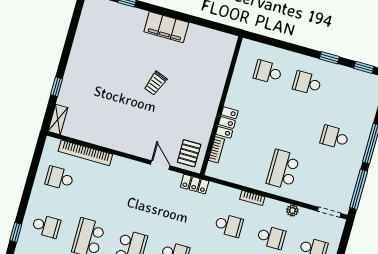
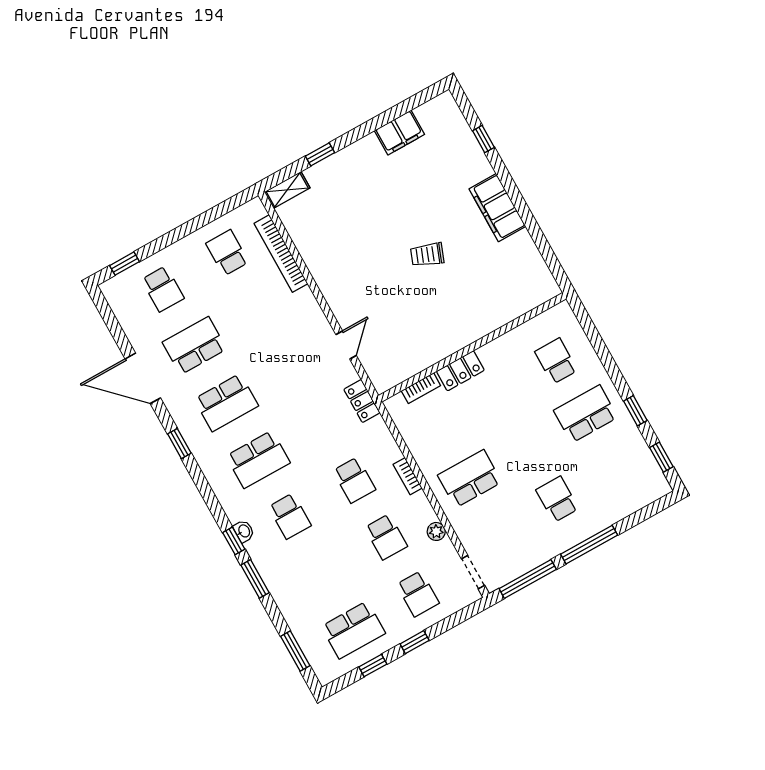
filing cabinet: (84, 38) -> (399, 132), added
school desk: (307, 83) -> (586, 414), width x1.85
pallet: (189, 153) -> (389, 363), removed

